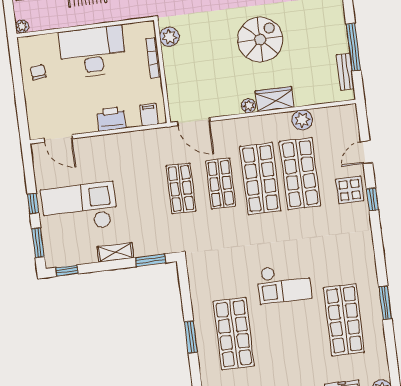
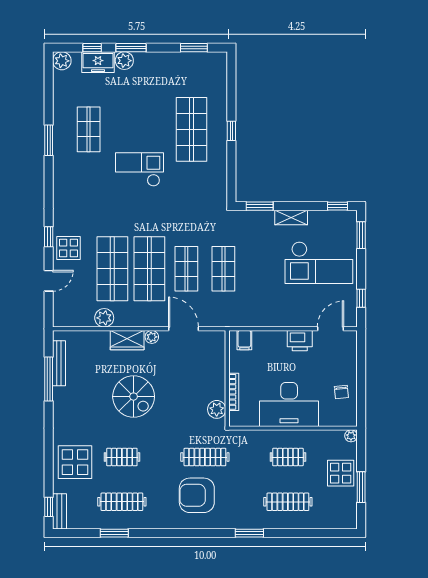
spiral stairs: (260, 40) -> (134, 397), turned -90
bench: (345, 72) -> (59, 363), width x1.36
printer: (111, 119) -> (300, 341), moved
door: (194, 122) -> (183, 329), moved
door: (58, 138) -> (331, 329), hinge flipped
window: (33, 204) -> (361, 298), moved
shop shelf: (344, 320) -> (89, 129), width x0.70, depth x0.74
window: (191, 337) -> (231, 131), width x0.67

